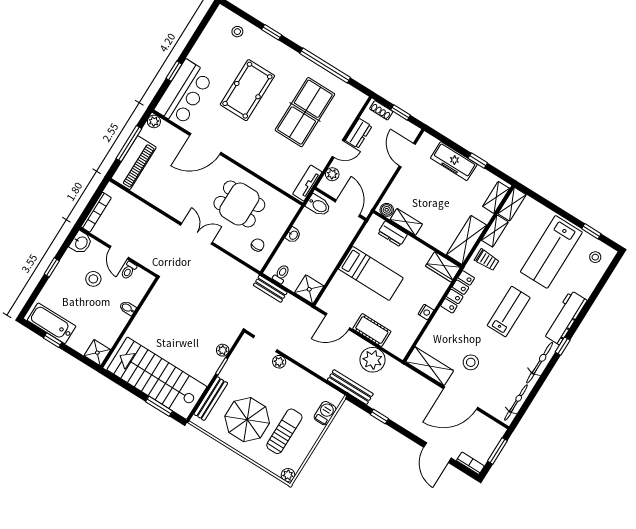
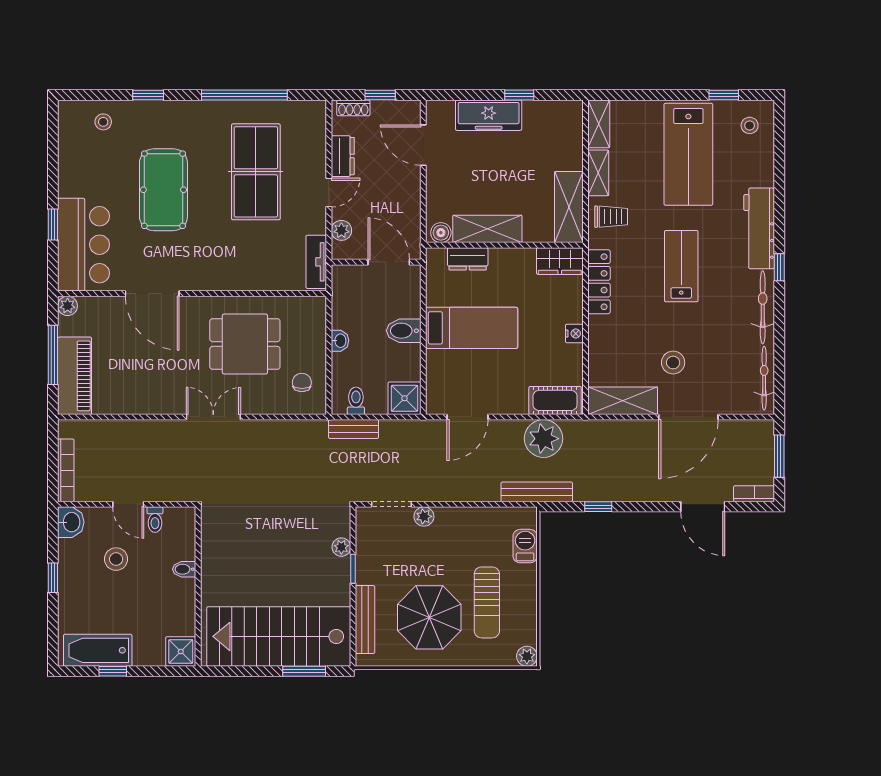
door: (205, 144) -> (152, 294), hinge flipped
shelving: (496, 197) -> (573, 128), removed
bidet: (318, 205) -> (404, 331), moved, turned 180
shelving: (406, 222) -> (487, 229), width x1.50, depth x1.33
cot: (372, 330) -> (555, 400), moved
sun lounger: (284, 431) -> (487, 602), turned 180

